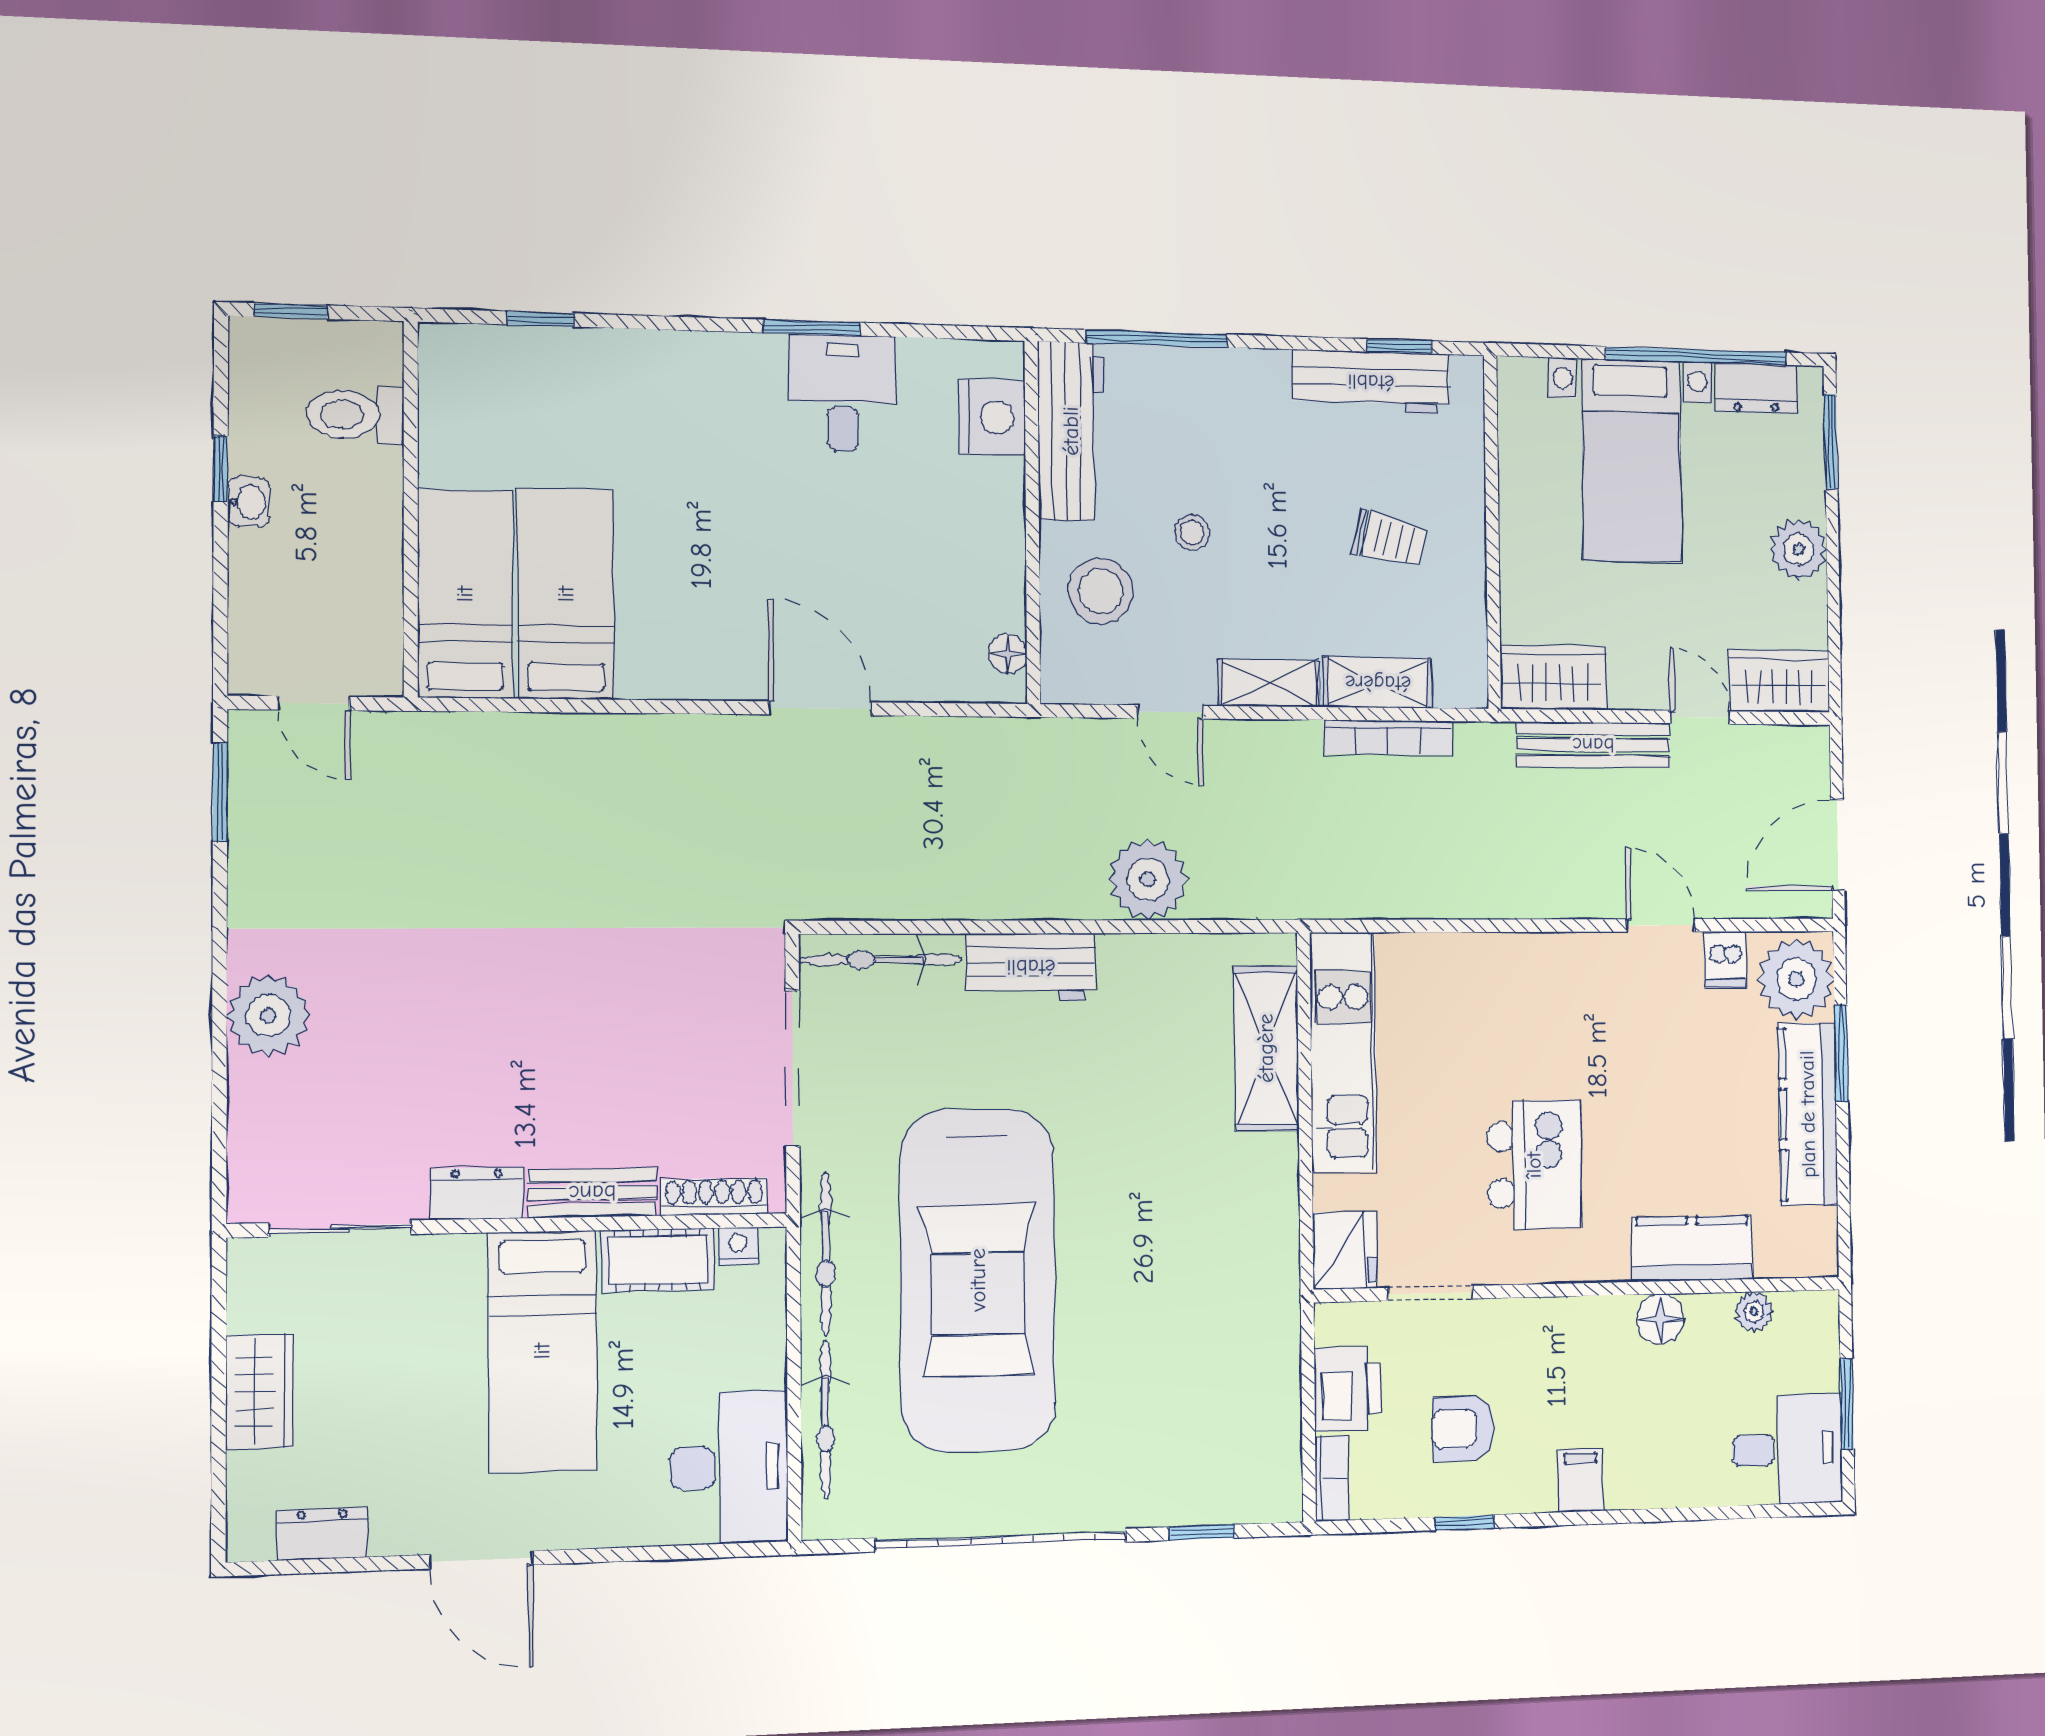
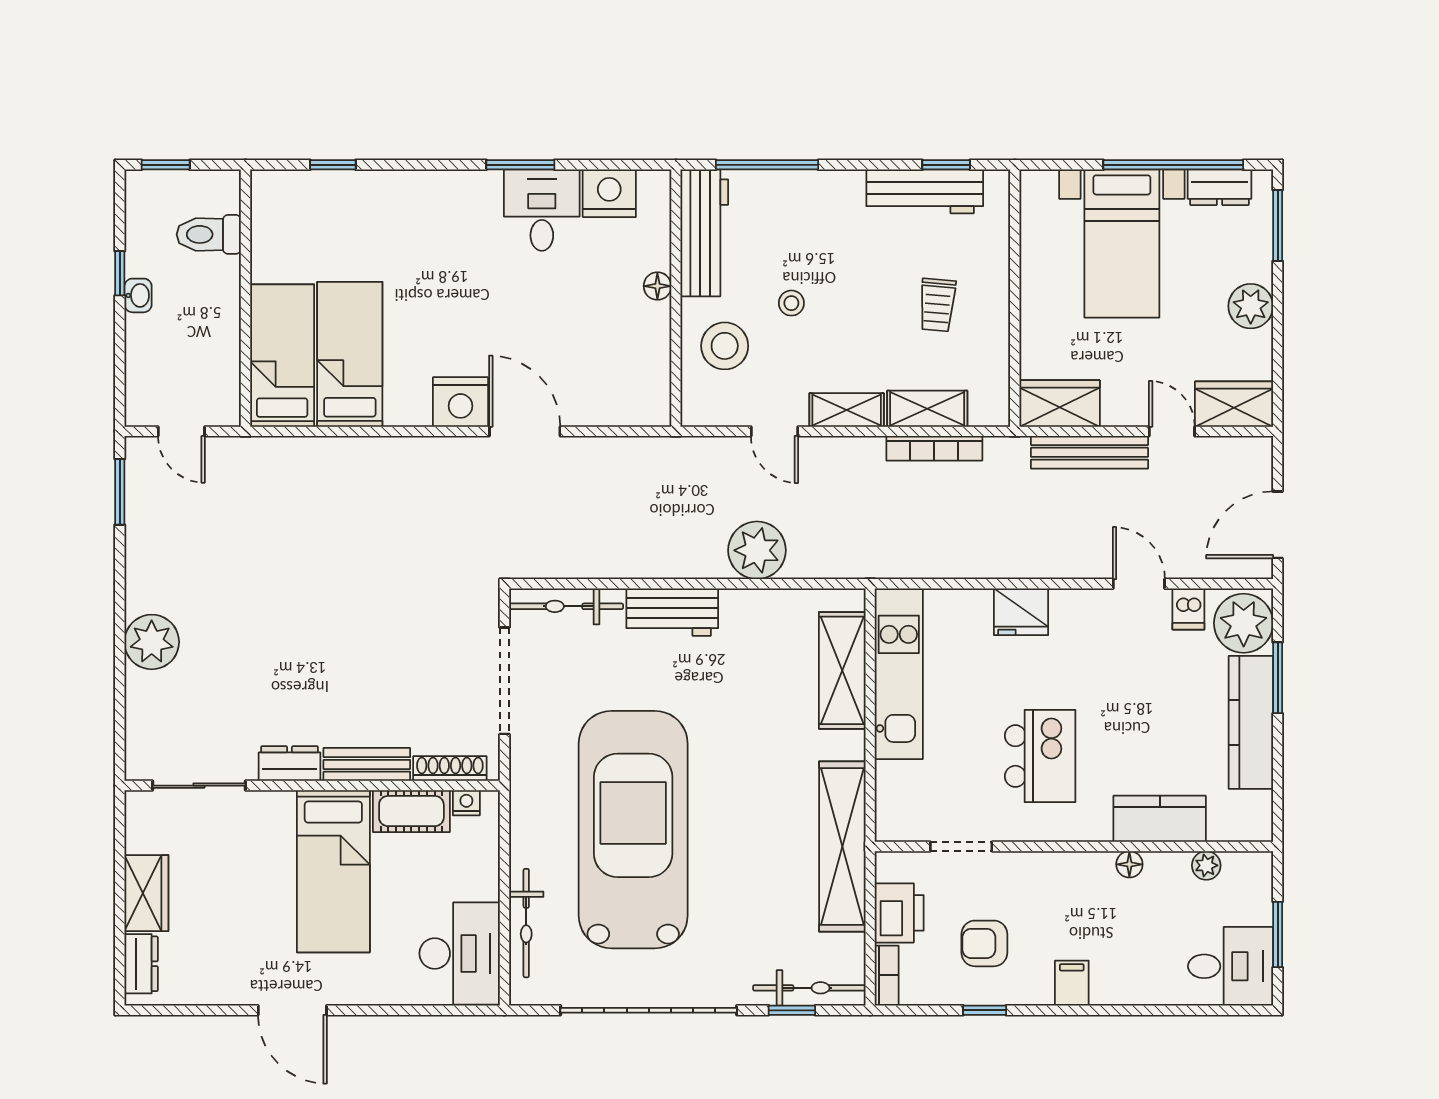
nightstand: (992, 417) -> (609, 193), moved, turned -90
trolley: (1389, 539) -> (937, 305), turned 82
floor lamp: (1008, 654) -> (657, 286), moved
nightstand: (727, 665) -> (460, 402), added
fridge: (1345, 1250) -> (1021, 612), moved, turned 90
bicycle: (826, 1254) -> (809, 988), moved, turned -90
car: (978, 1280) -> (633, 830), turned 180
shelving: (1269, 1297) -> (842, 846), added
floor lamp: (1660, 1319) -> (1129, 864), width x0.73, depth x0.73
dresser: (322, 1534) -> (141, 964), moved, turned 90

